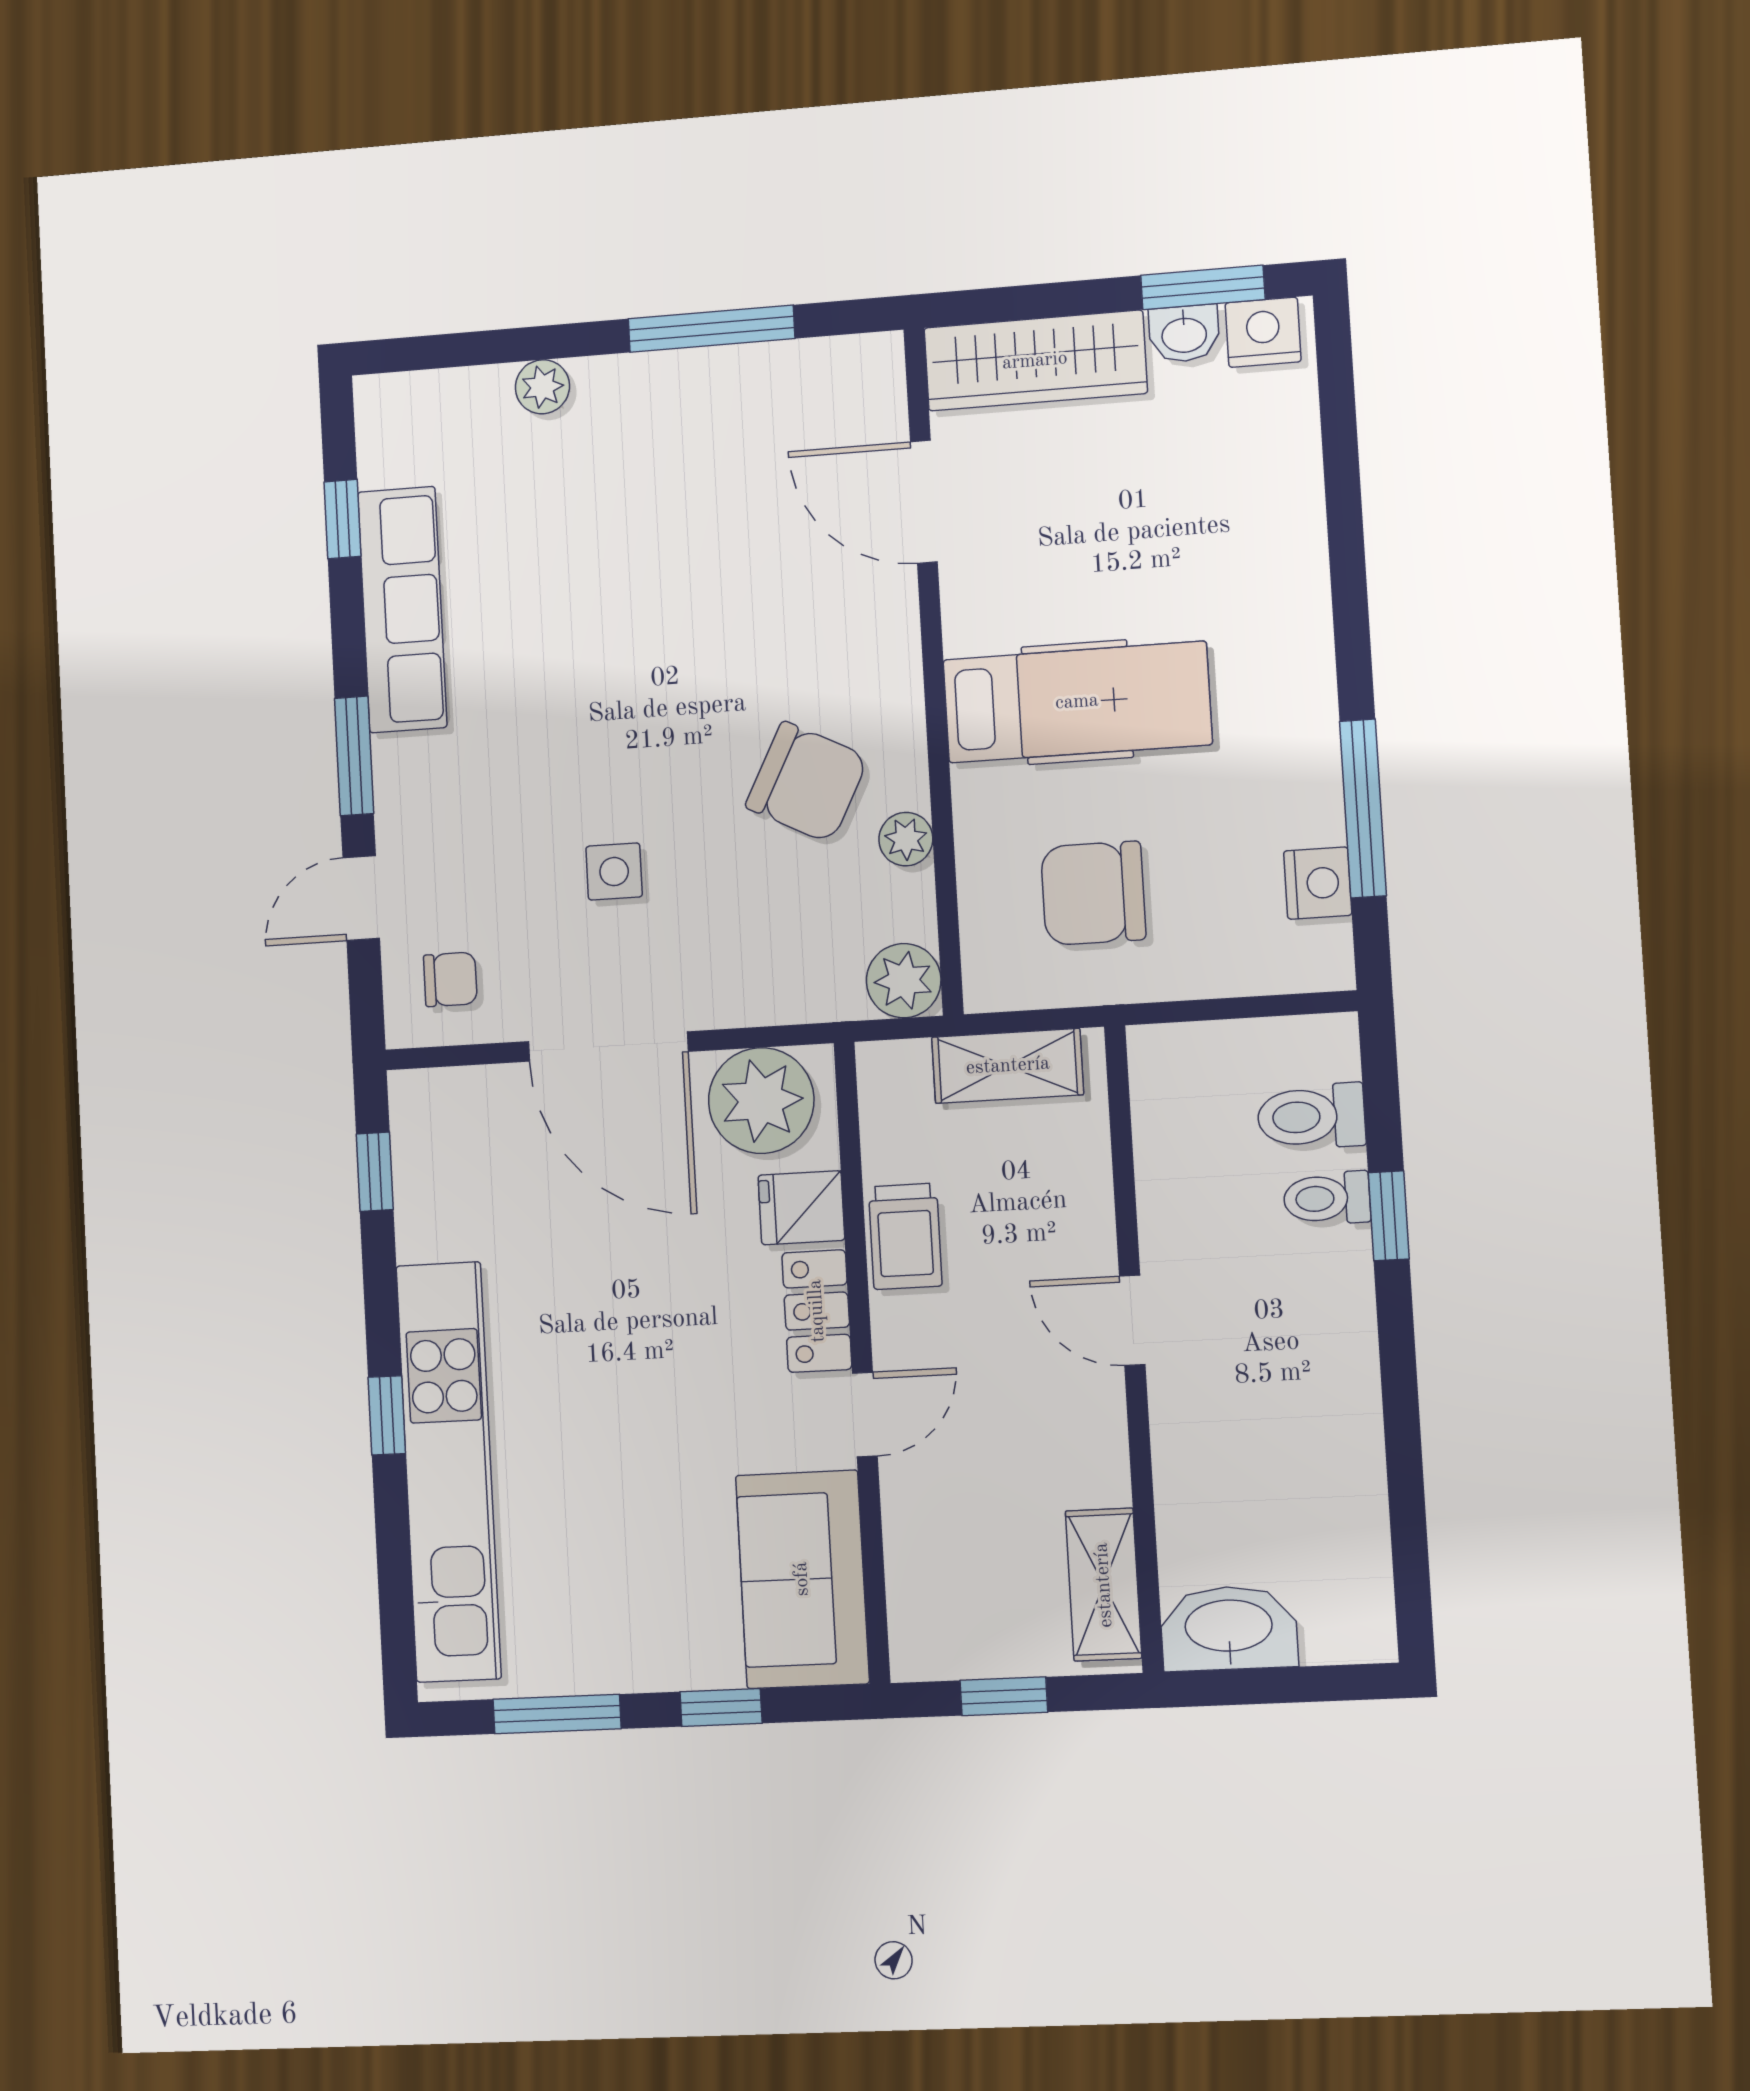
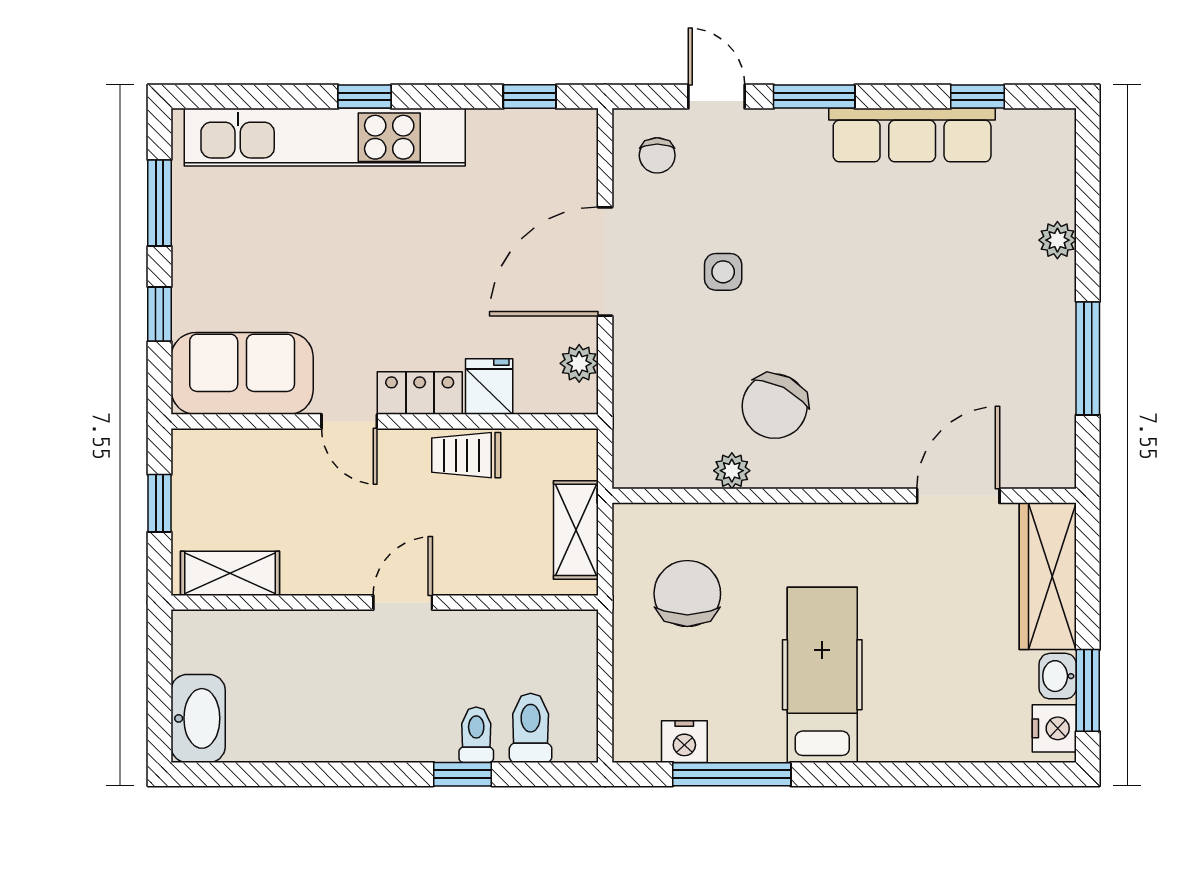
hospital bed: (1077, 702) -> (822, 675), moved, turned 180
plant: (904, 981) -> (637, 464), removed
plant: (761, 1101) -> (579, 363), width x0.53, depth x0.53
washbasin: (1229, 1628) -> (198, 718), moved

